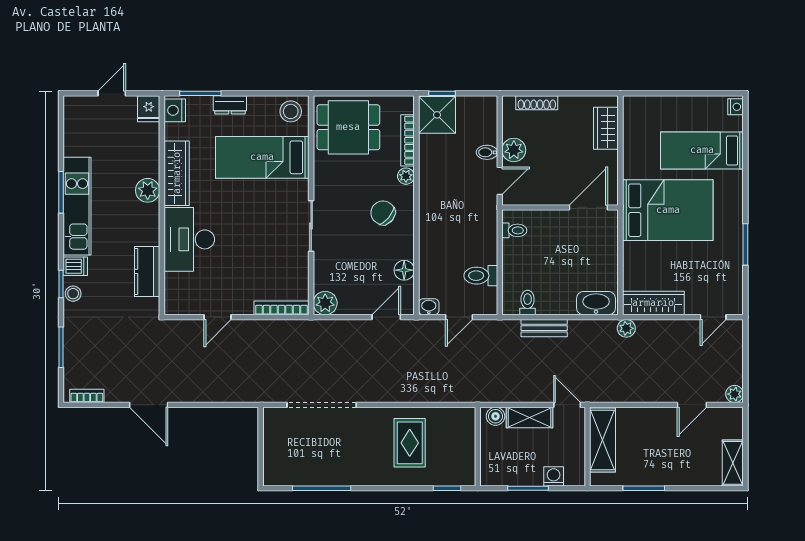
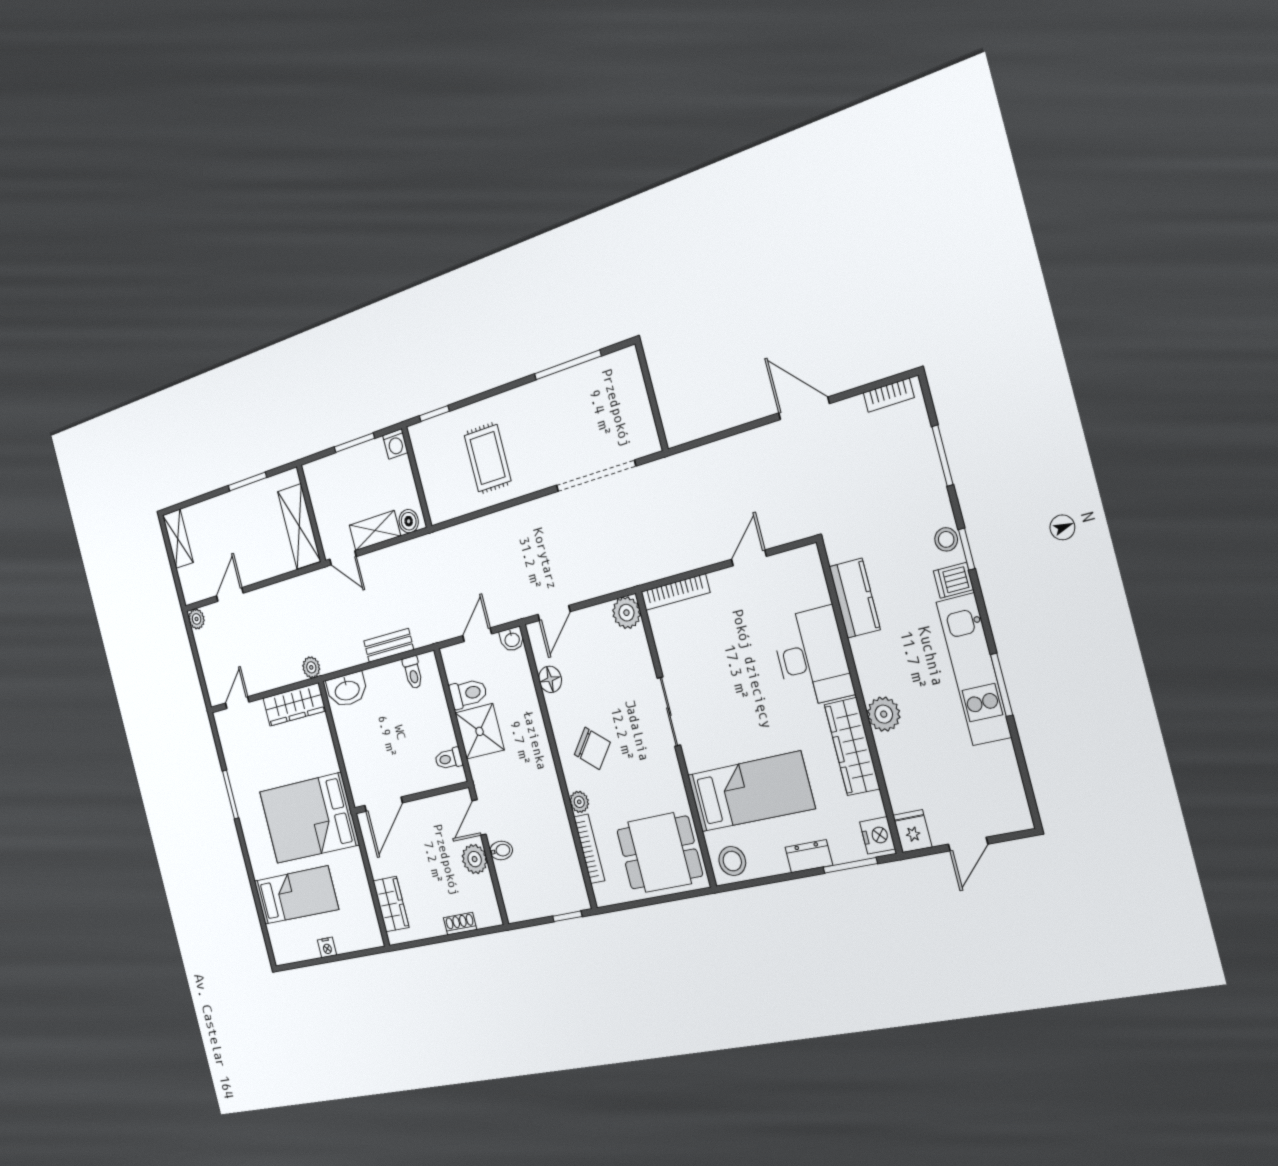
shoe rack: (537, 103) -> (460, 924), width x0.70
nightstand: (736, 107) -> (327, 947), moved, turned -90
shower: (437, 115) -> (480, 731), moved
washing machine: (554, 476) -> (395, 444), moved

